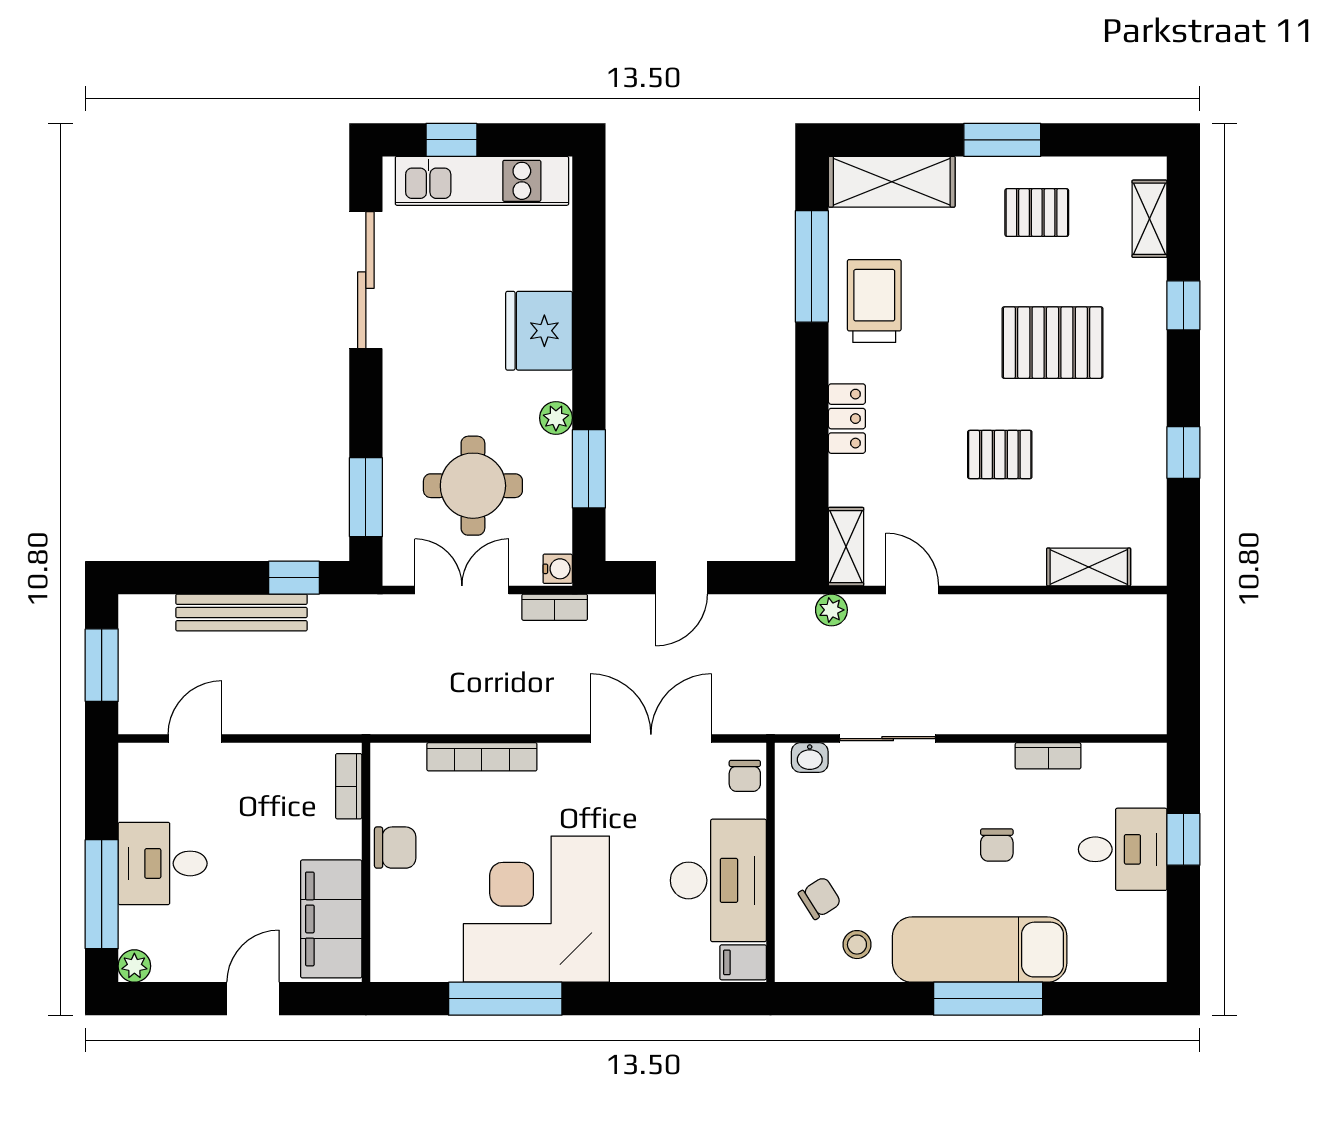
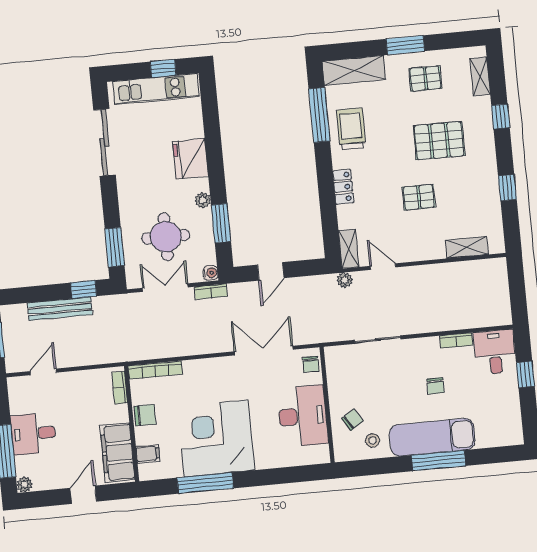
window: (451, 140) -> (163, 68), moved
bookcase: (482, 757) -> (155, 370), moved
washbasin: (810, 758) -> (341, 352), removed
desk: (1123, 849) -> (495, 352), moved, turned -90
filing cabinet: (743, 962) -> (148, 454), moved, turned 180

